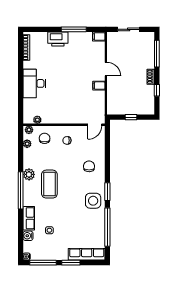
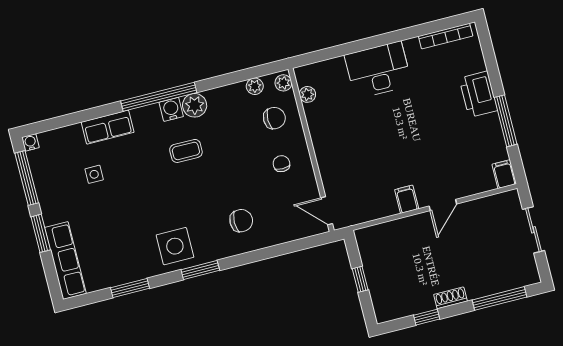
coffee table: (49, 184) -> (186, 151), width x0.54, depth x0.58
window: (107, 227) -> (130, 288), width x0.47
water cooler: (28, 236) -> (171, 109), moved

